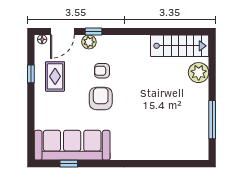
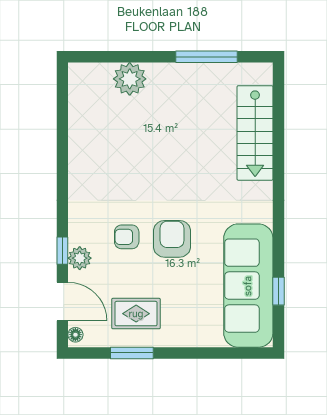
stairs: (180, 46) -> (255, 133), moved, turned 180
armchair: (102, 71) -> (127, 237), turned 90
window: (31, 74) -> (132, 353), width x1.50
armchair: (101, 98) -> (172, 239), turned 90

